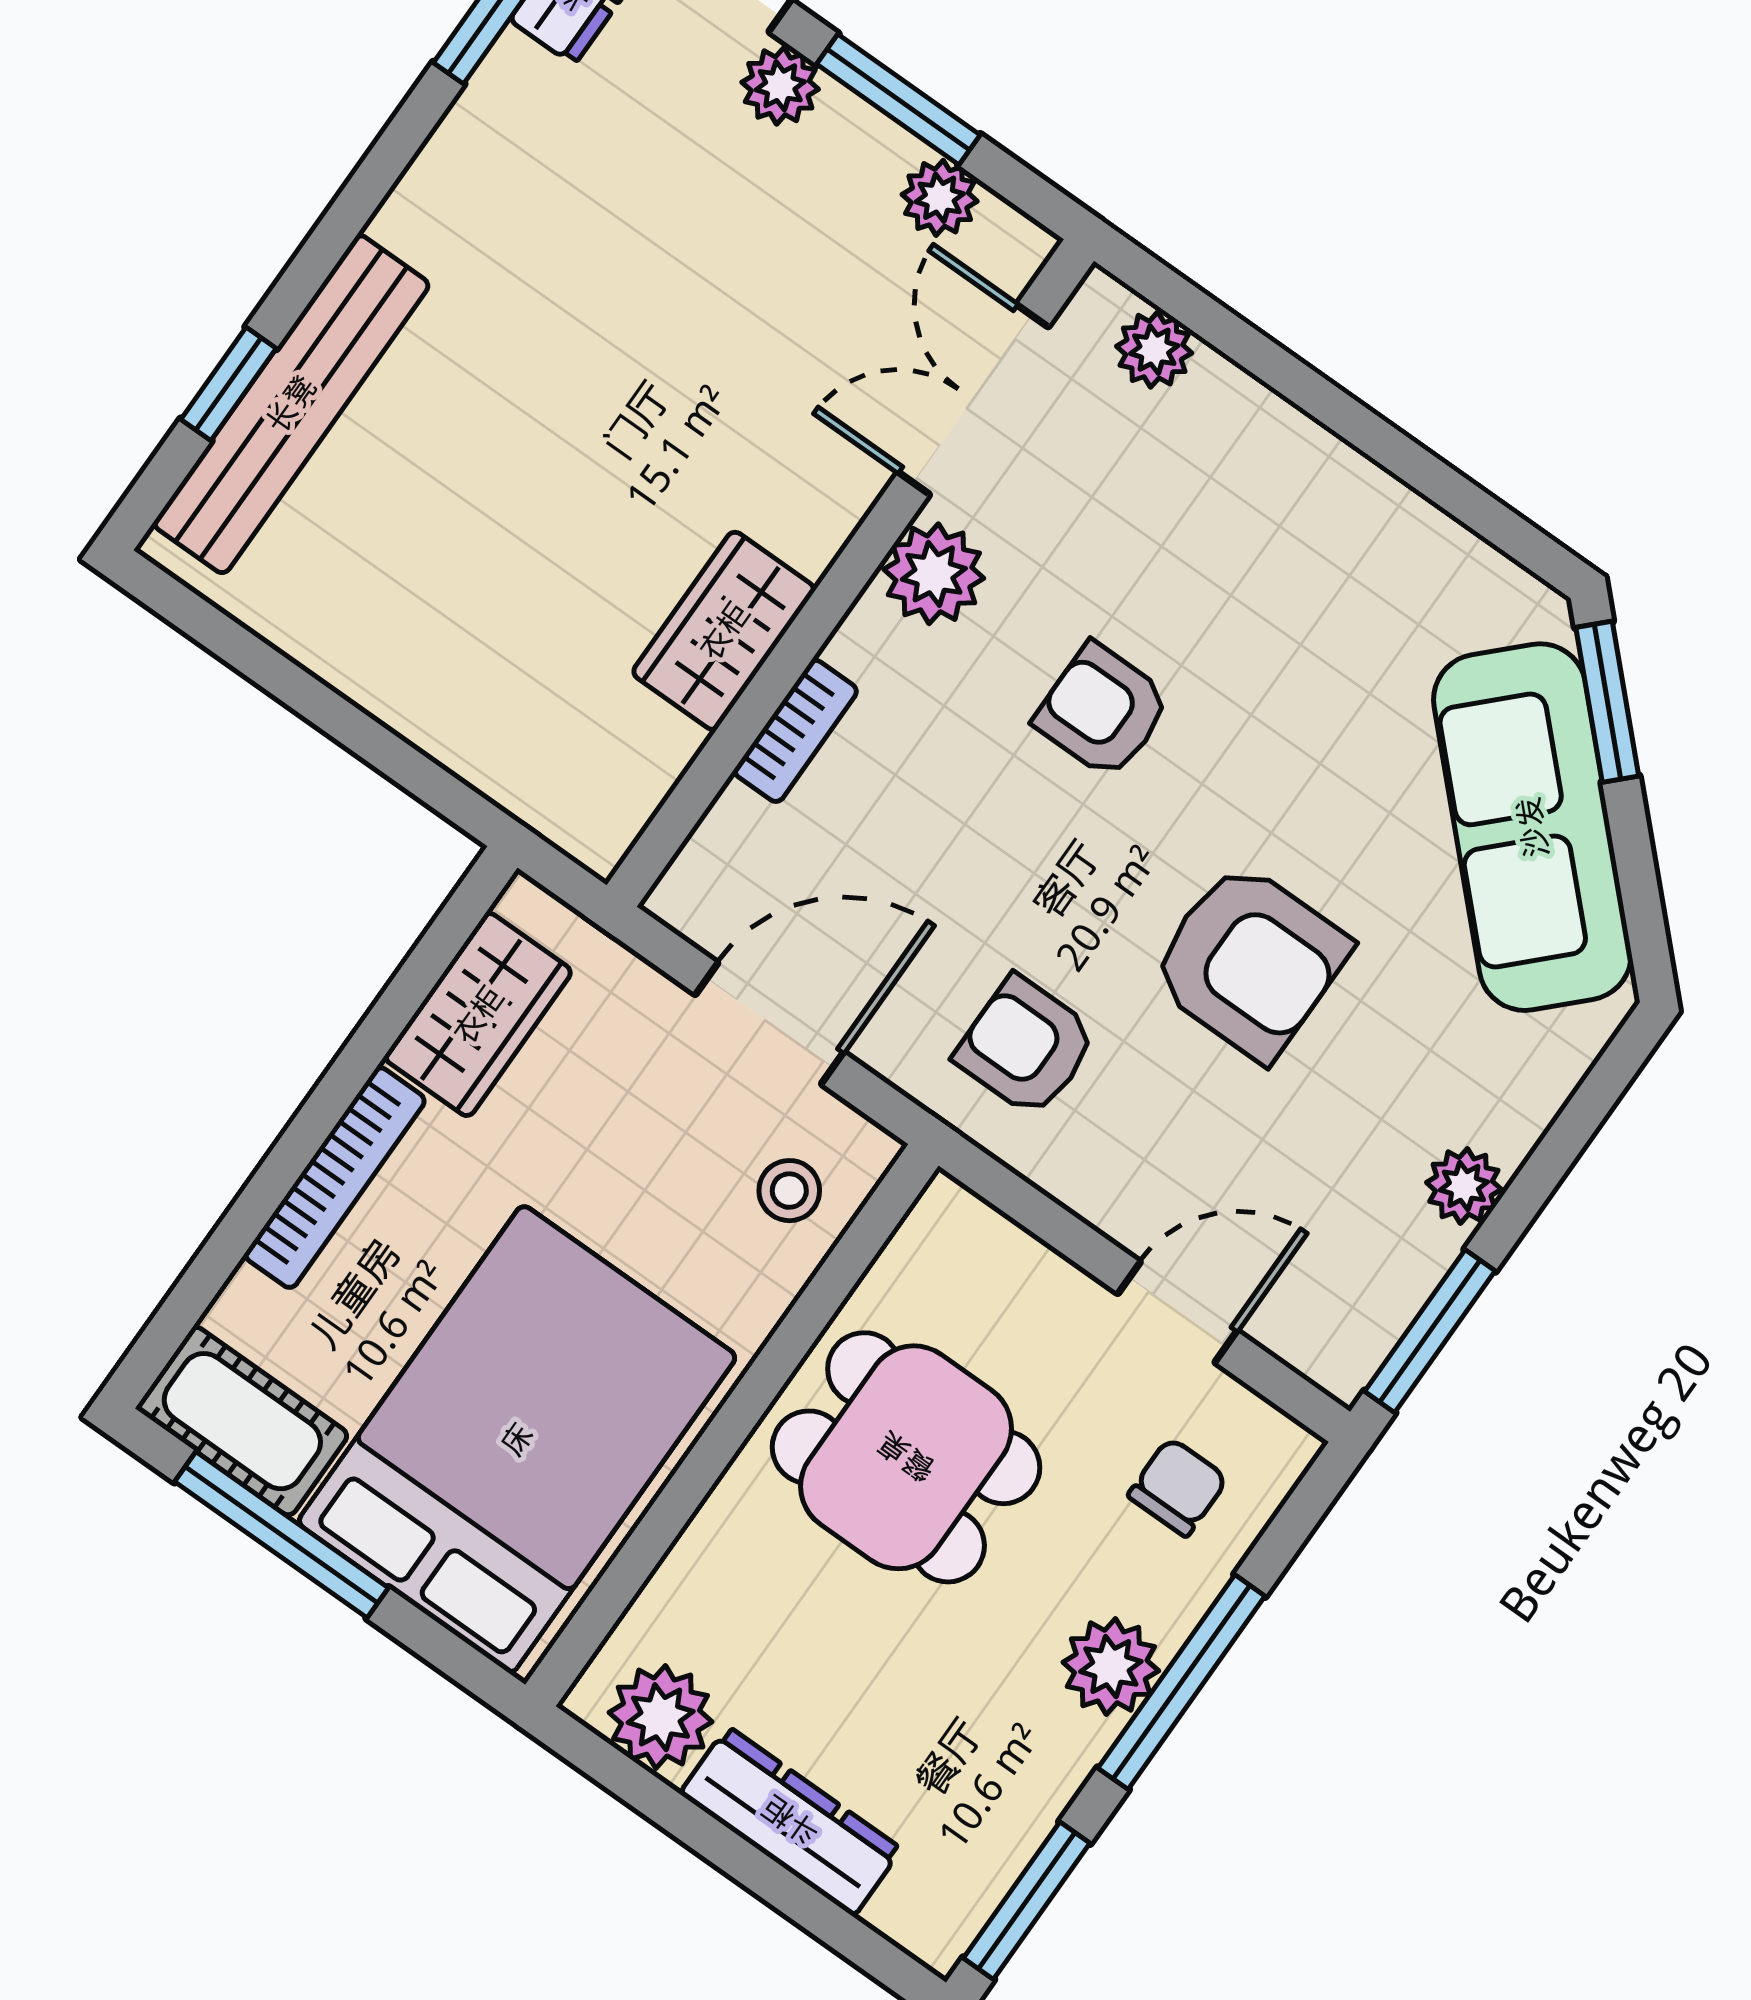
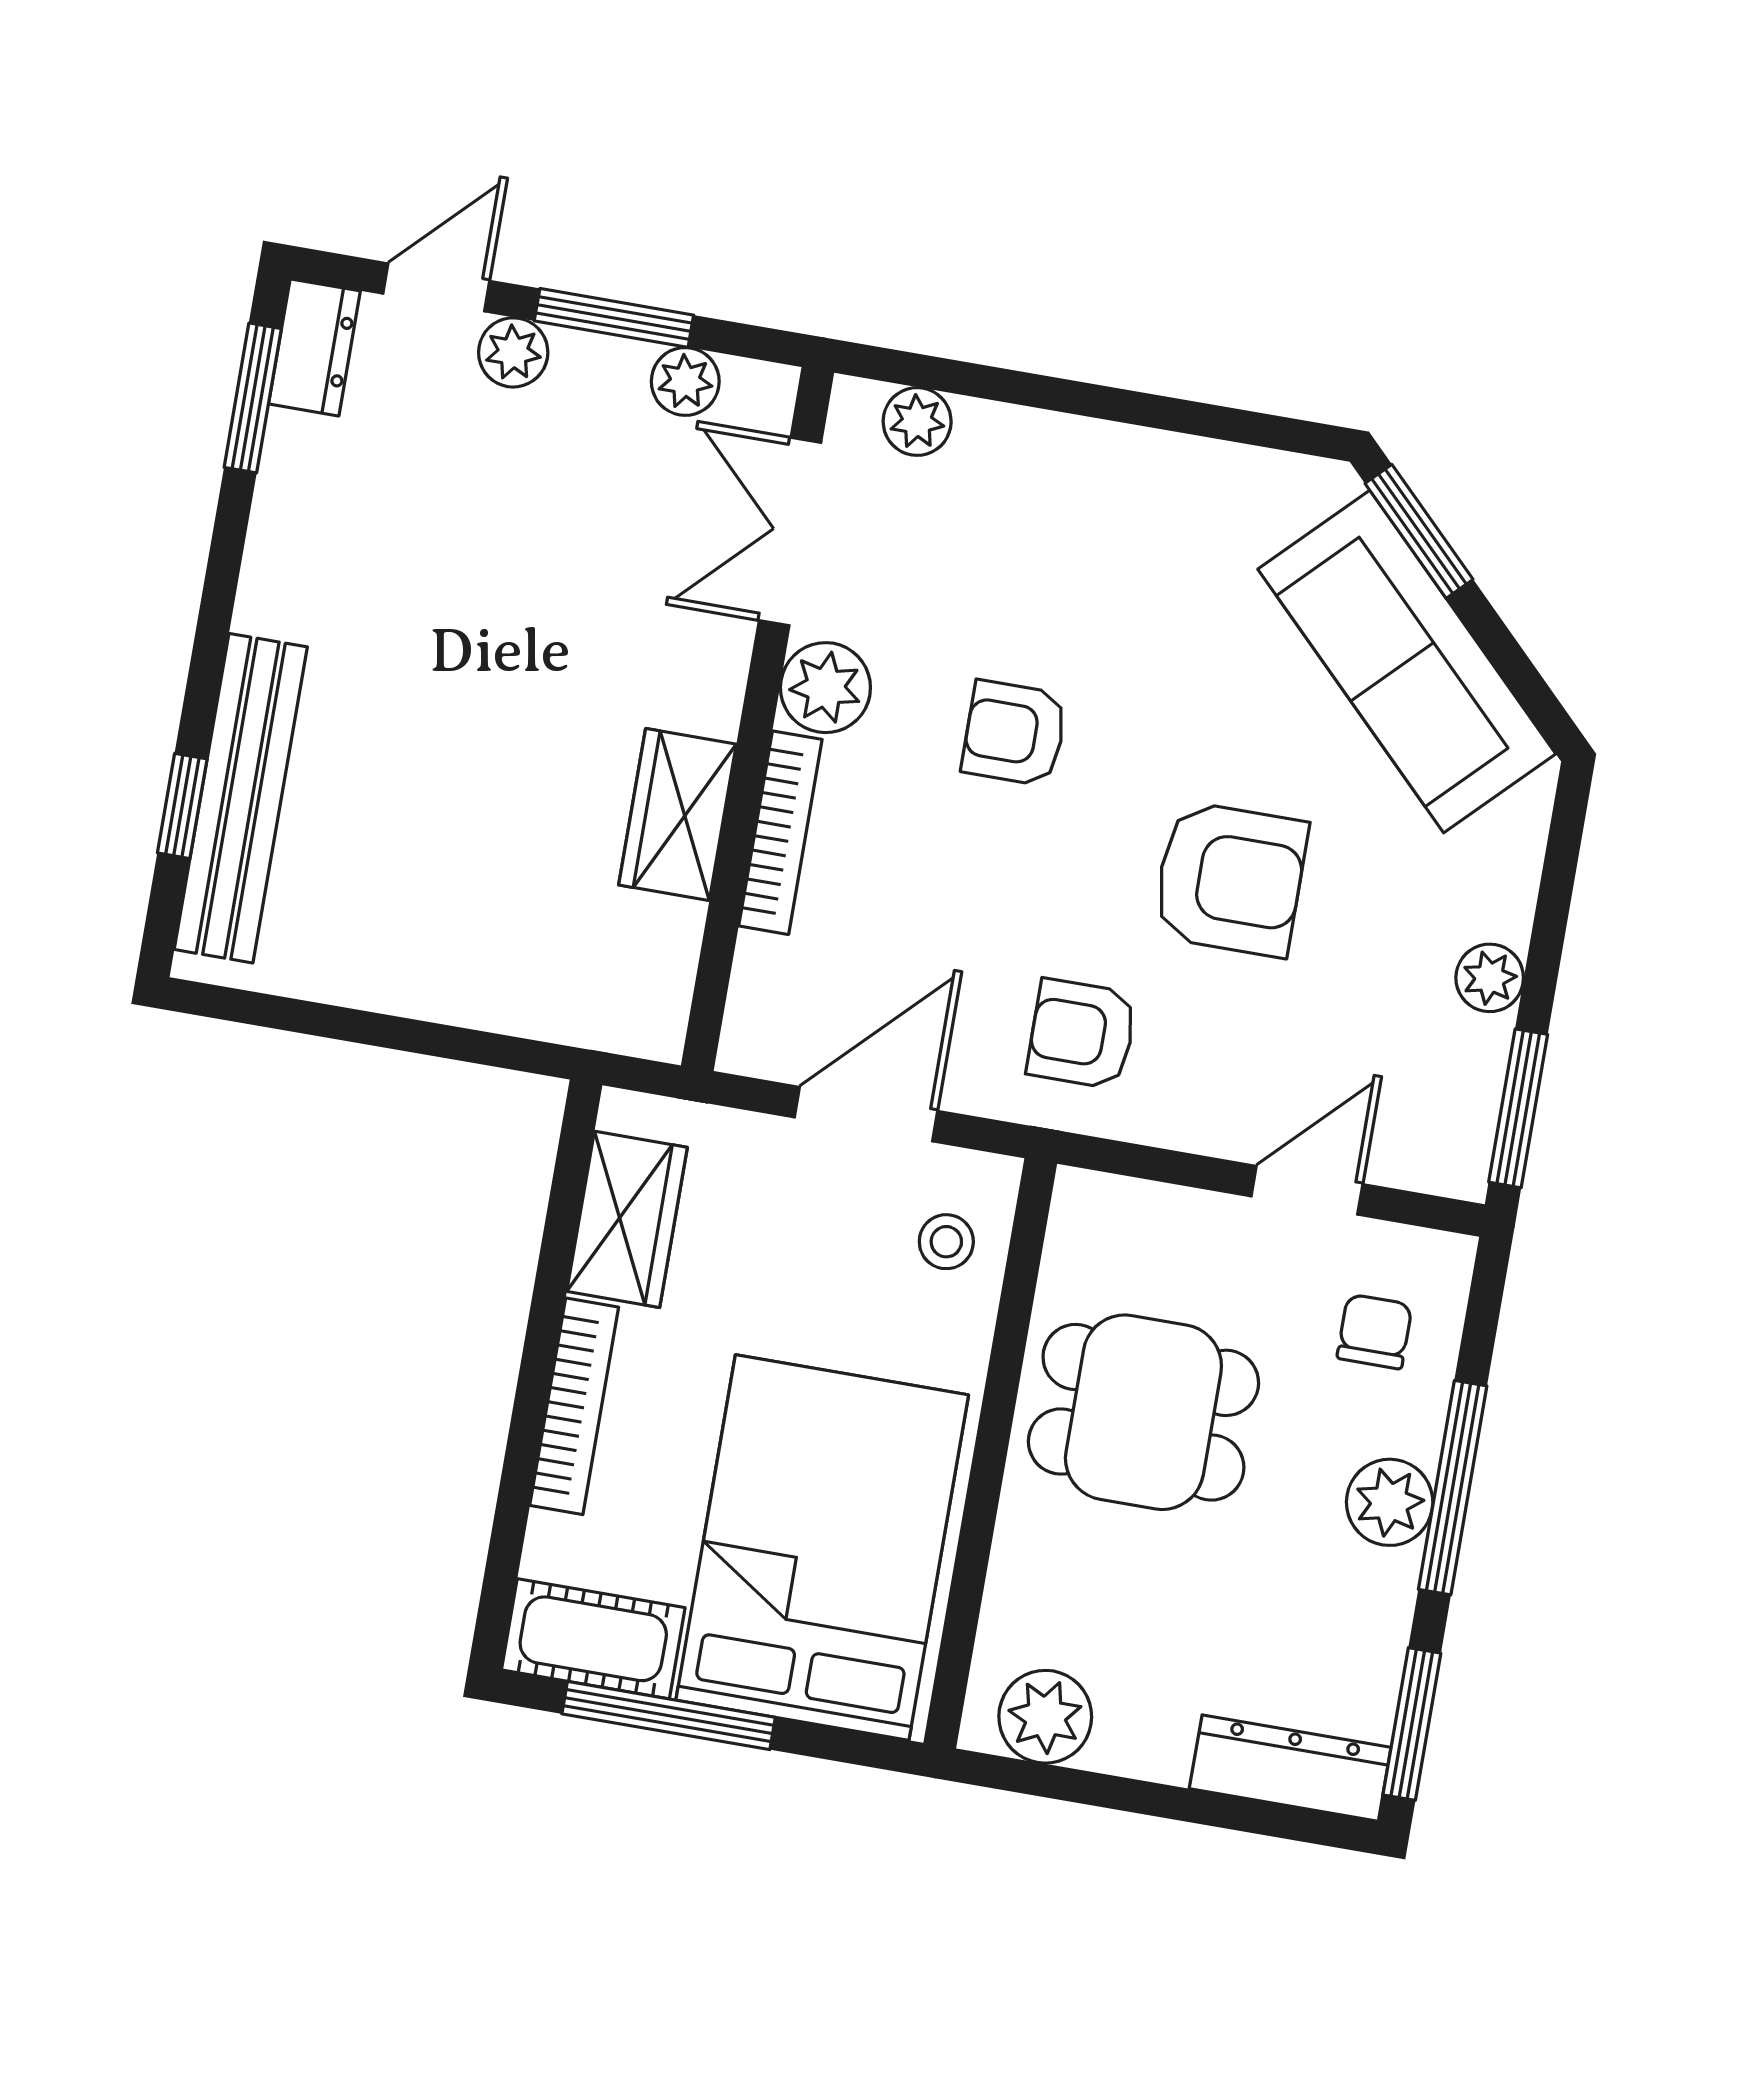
bookcase: (796, 731) -> (780, 833), width x1.56
dresser: (791, 1821) -> (1290, 1768), moved

